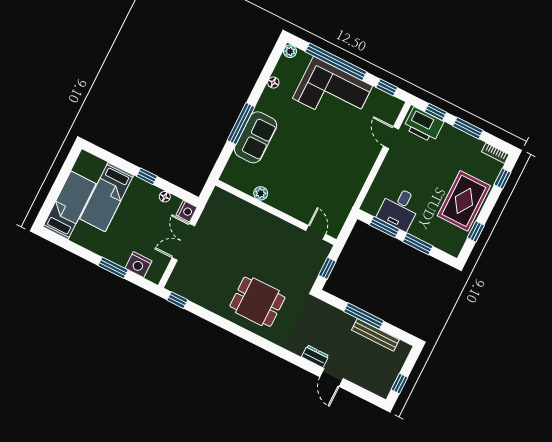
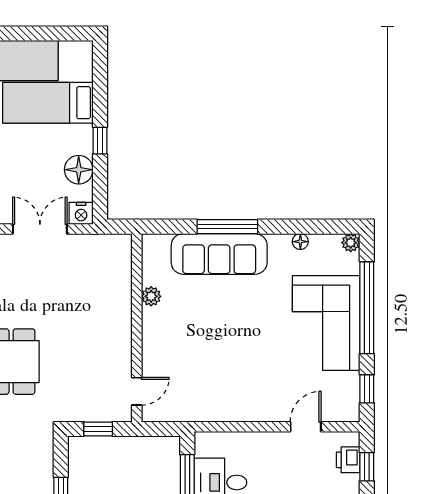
printer: (424, 125) -> (348, 460), width x0.53, depth x0.68
sofa: (256, 137) -> (219, 254), width x1.36
floor lamp: (165, 197) -> (79, 170), width x1.89, depth x1.89

